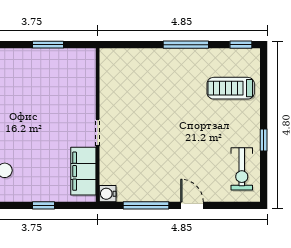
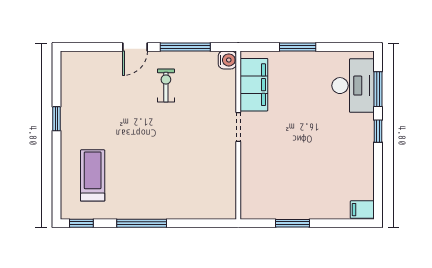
treadmill: (231, 88) -> (93, 175), turned -90
exercise bike: (242, 169) -> (166, 86), moved, width x0.73, depth x0.72
window: (43, 205) -> (298, 47), width x1.50
door: (192, 205) -> (135, 47), hinge flipped

